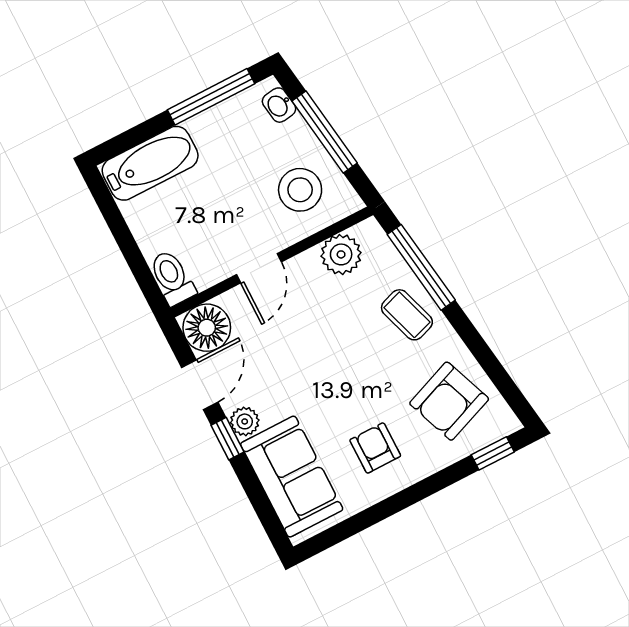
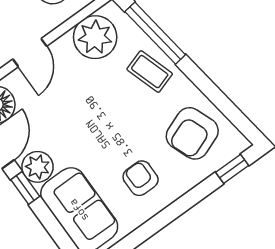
plant: (341, 254) -> (95, 37), width x1.36, depth x1.36
plant: (245, 421) -> (37, 167), width x1.38, depth x1.38

